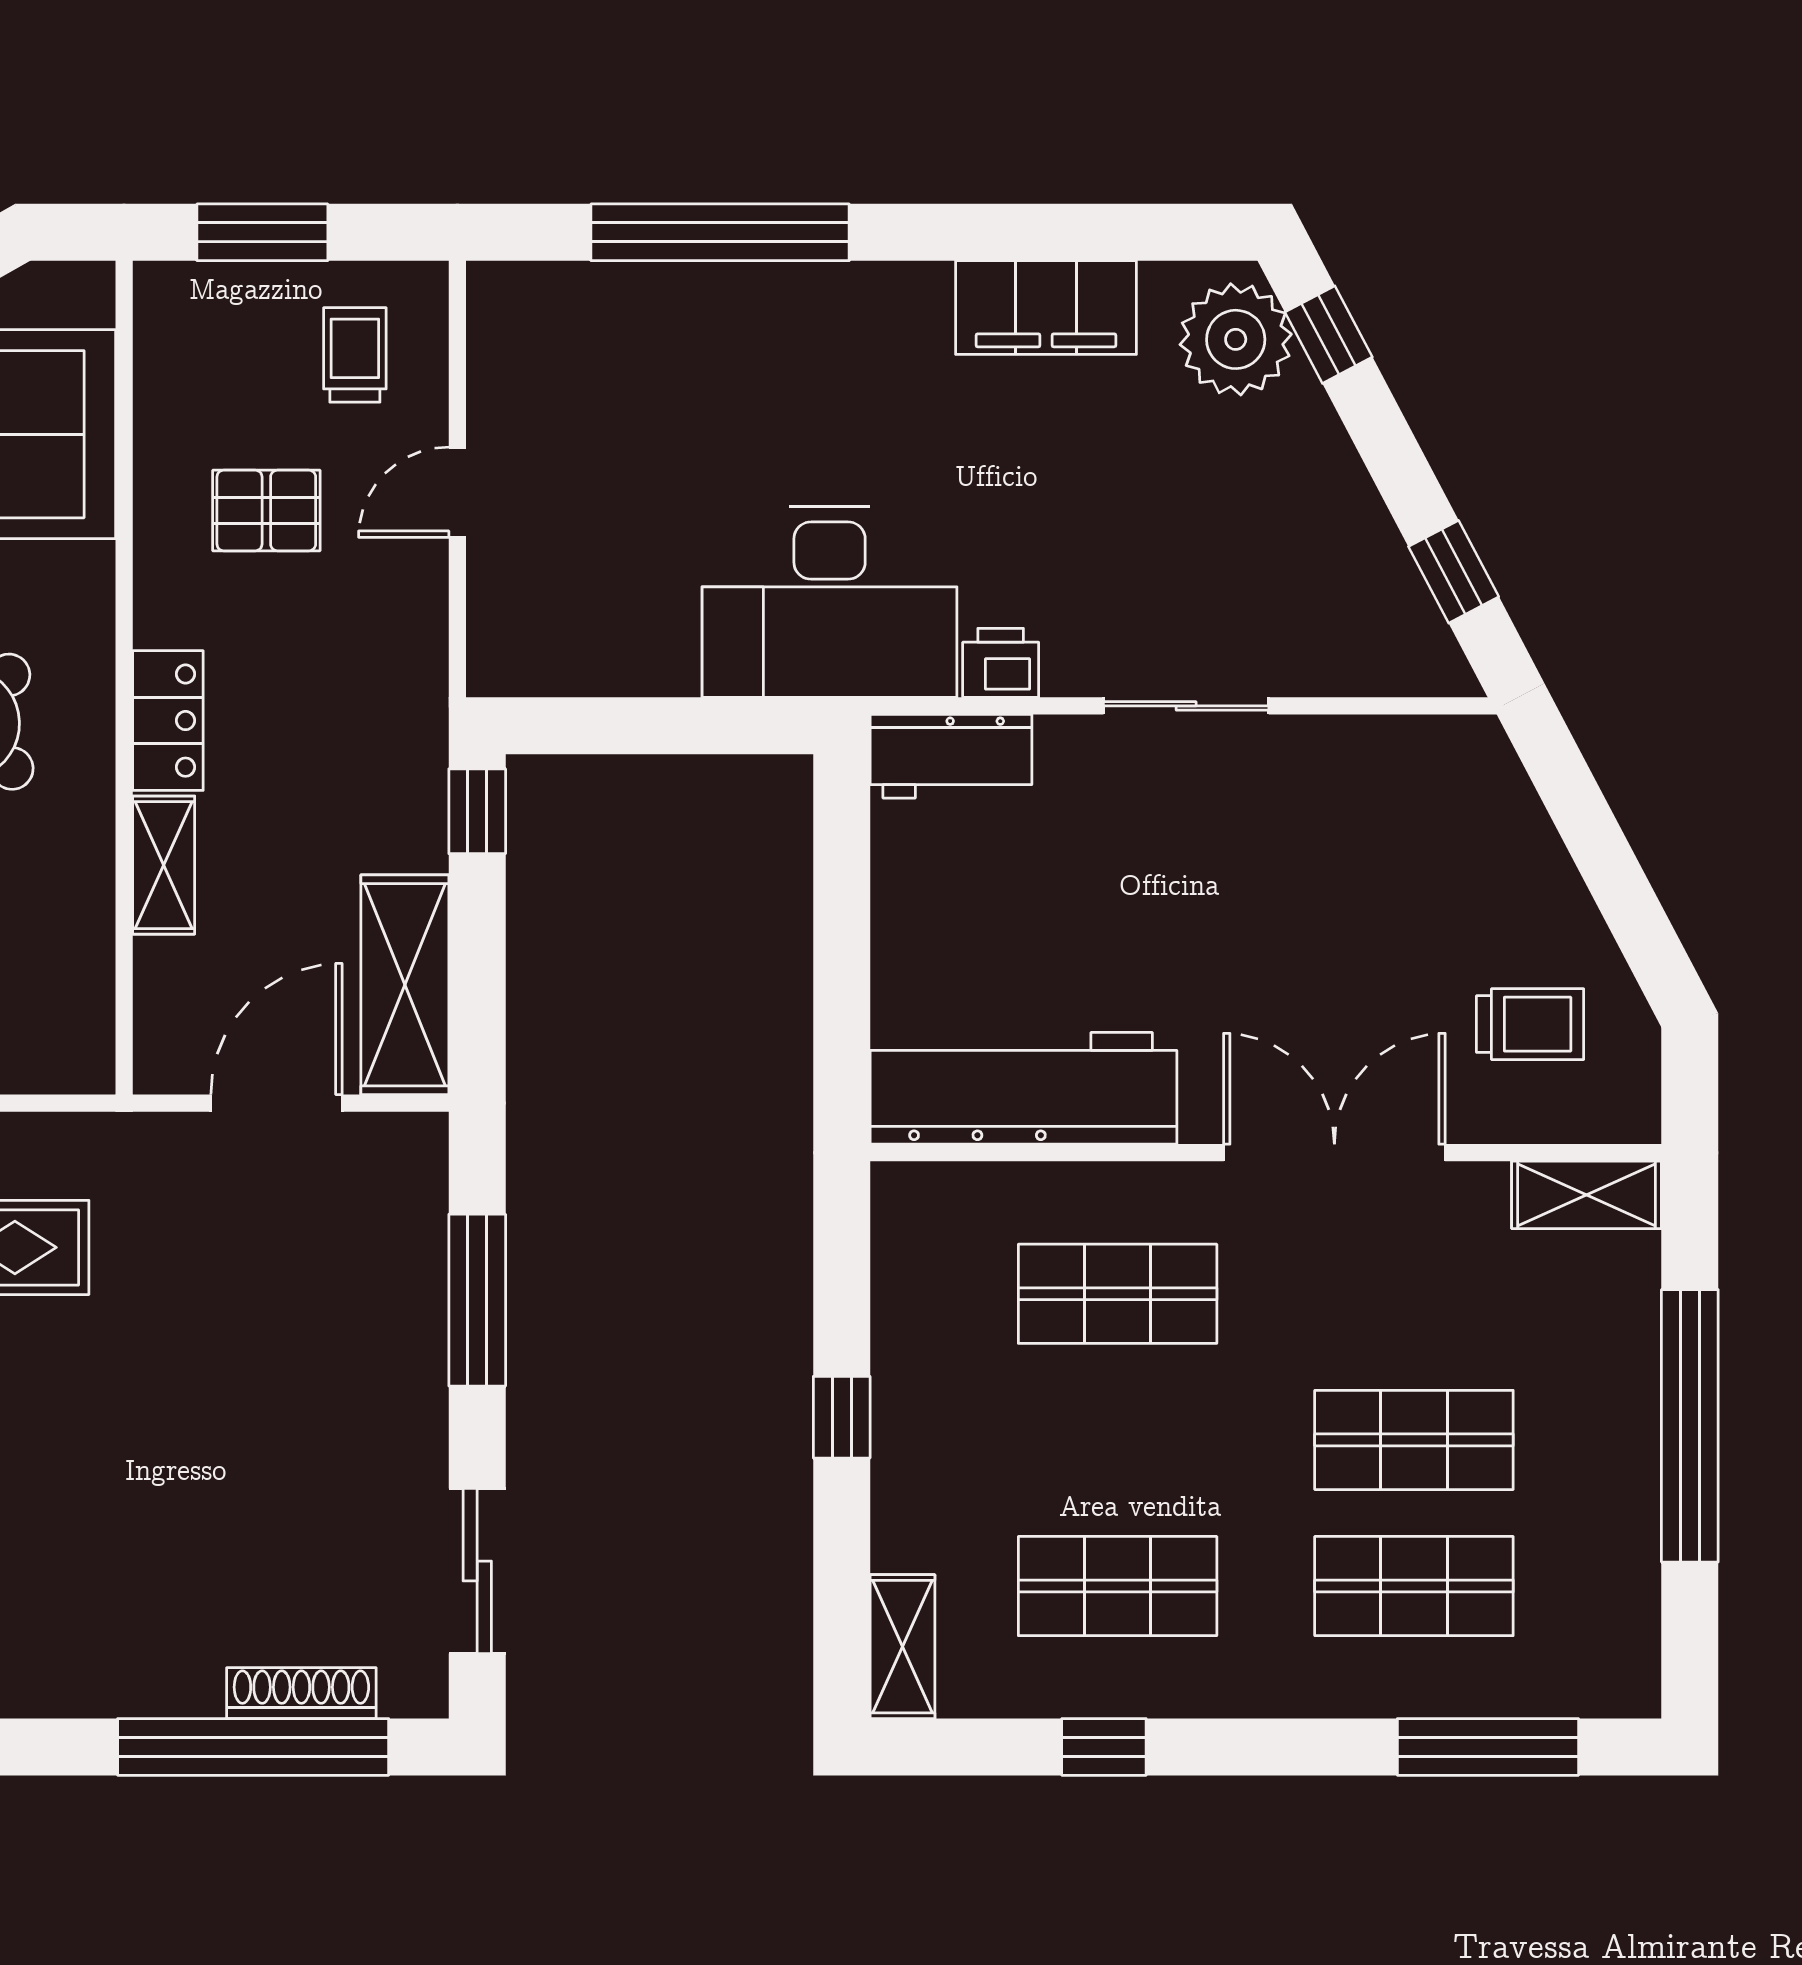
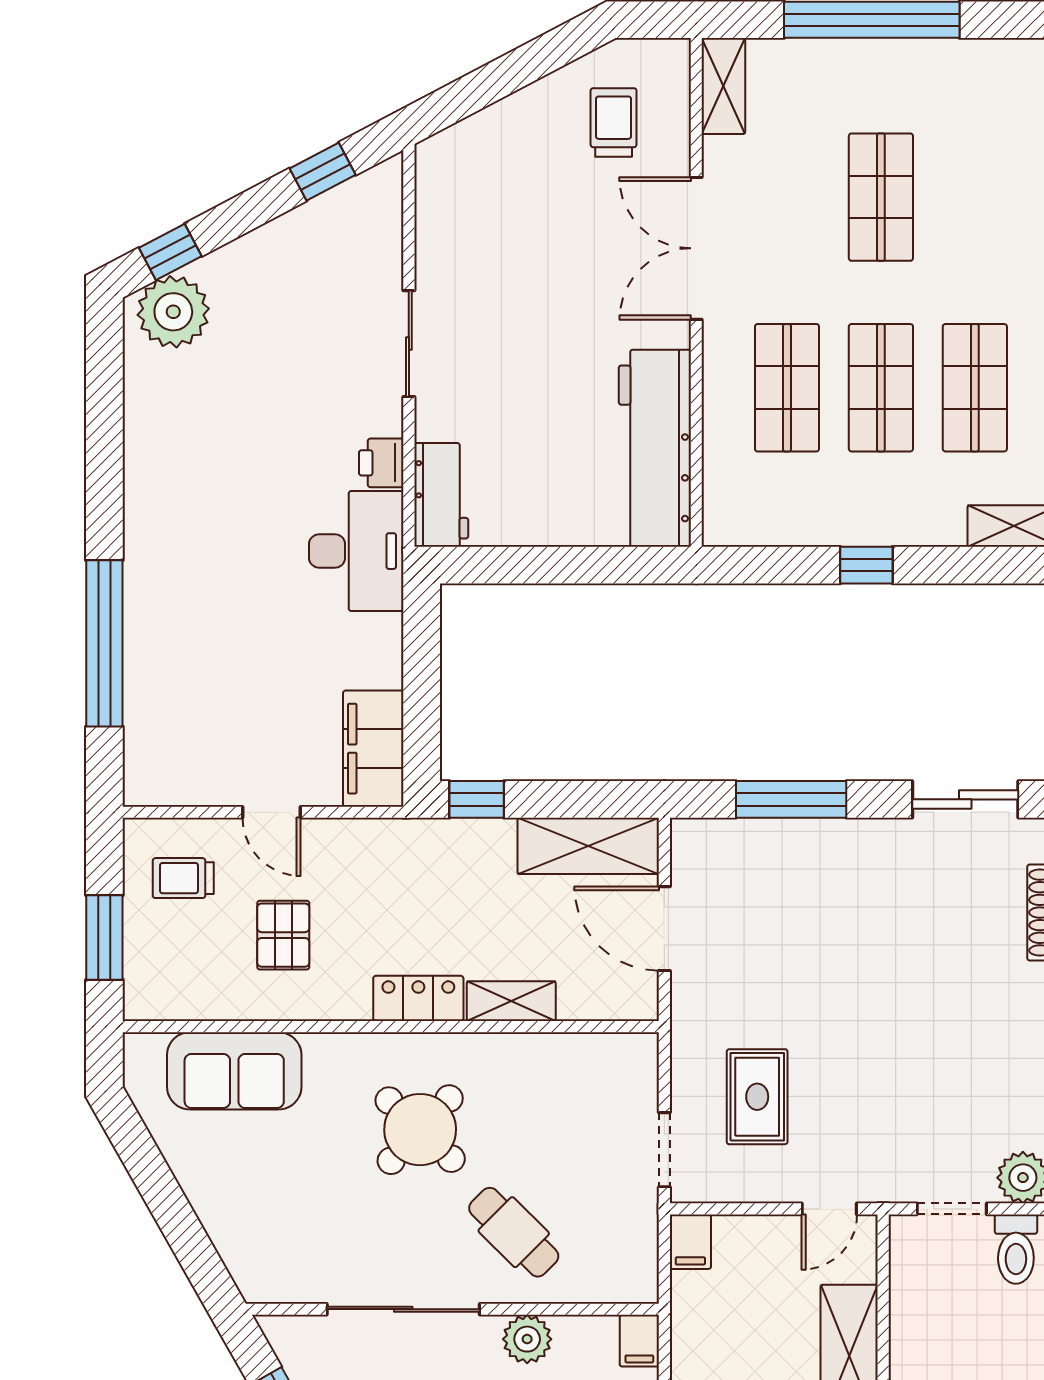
filing cabinet: (1046, 308) -> (373, 749), moved, turned 180
desk: (830, 602) -> (356, 551), width x0.73, depth x0.77
shop shelf: (1414, 1586) -> (881, 388), moved

